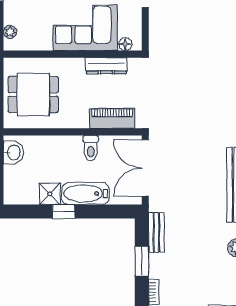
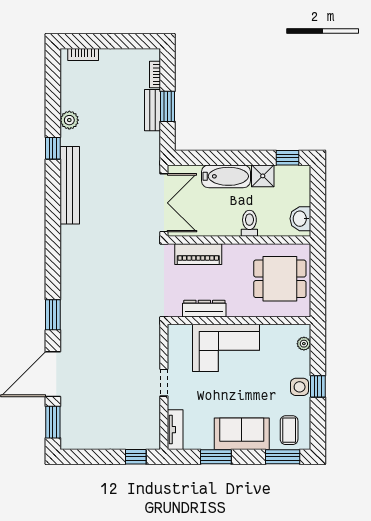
floor lamp: (125, 44) -> (185, 331), removed
toilet: (91, 148) -> (249, 223), moved
window: (64, 211) -> (287, 158), moved
bench: (156, 233) -> (152, 110), moved

